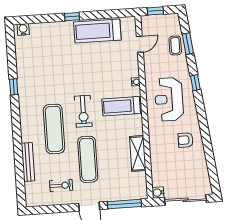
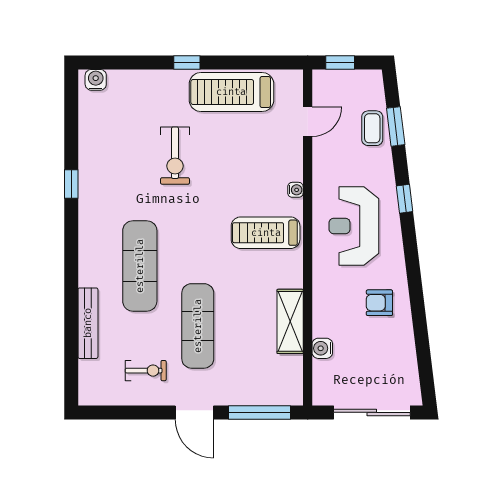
exercise bike: (83, 111) -> (175, 156), moved
water cooler: (158, 193) -> (322, 348), moved

